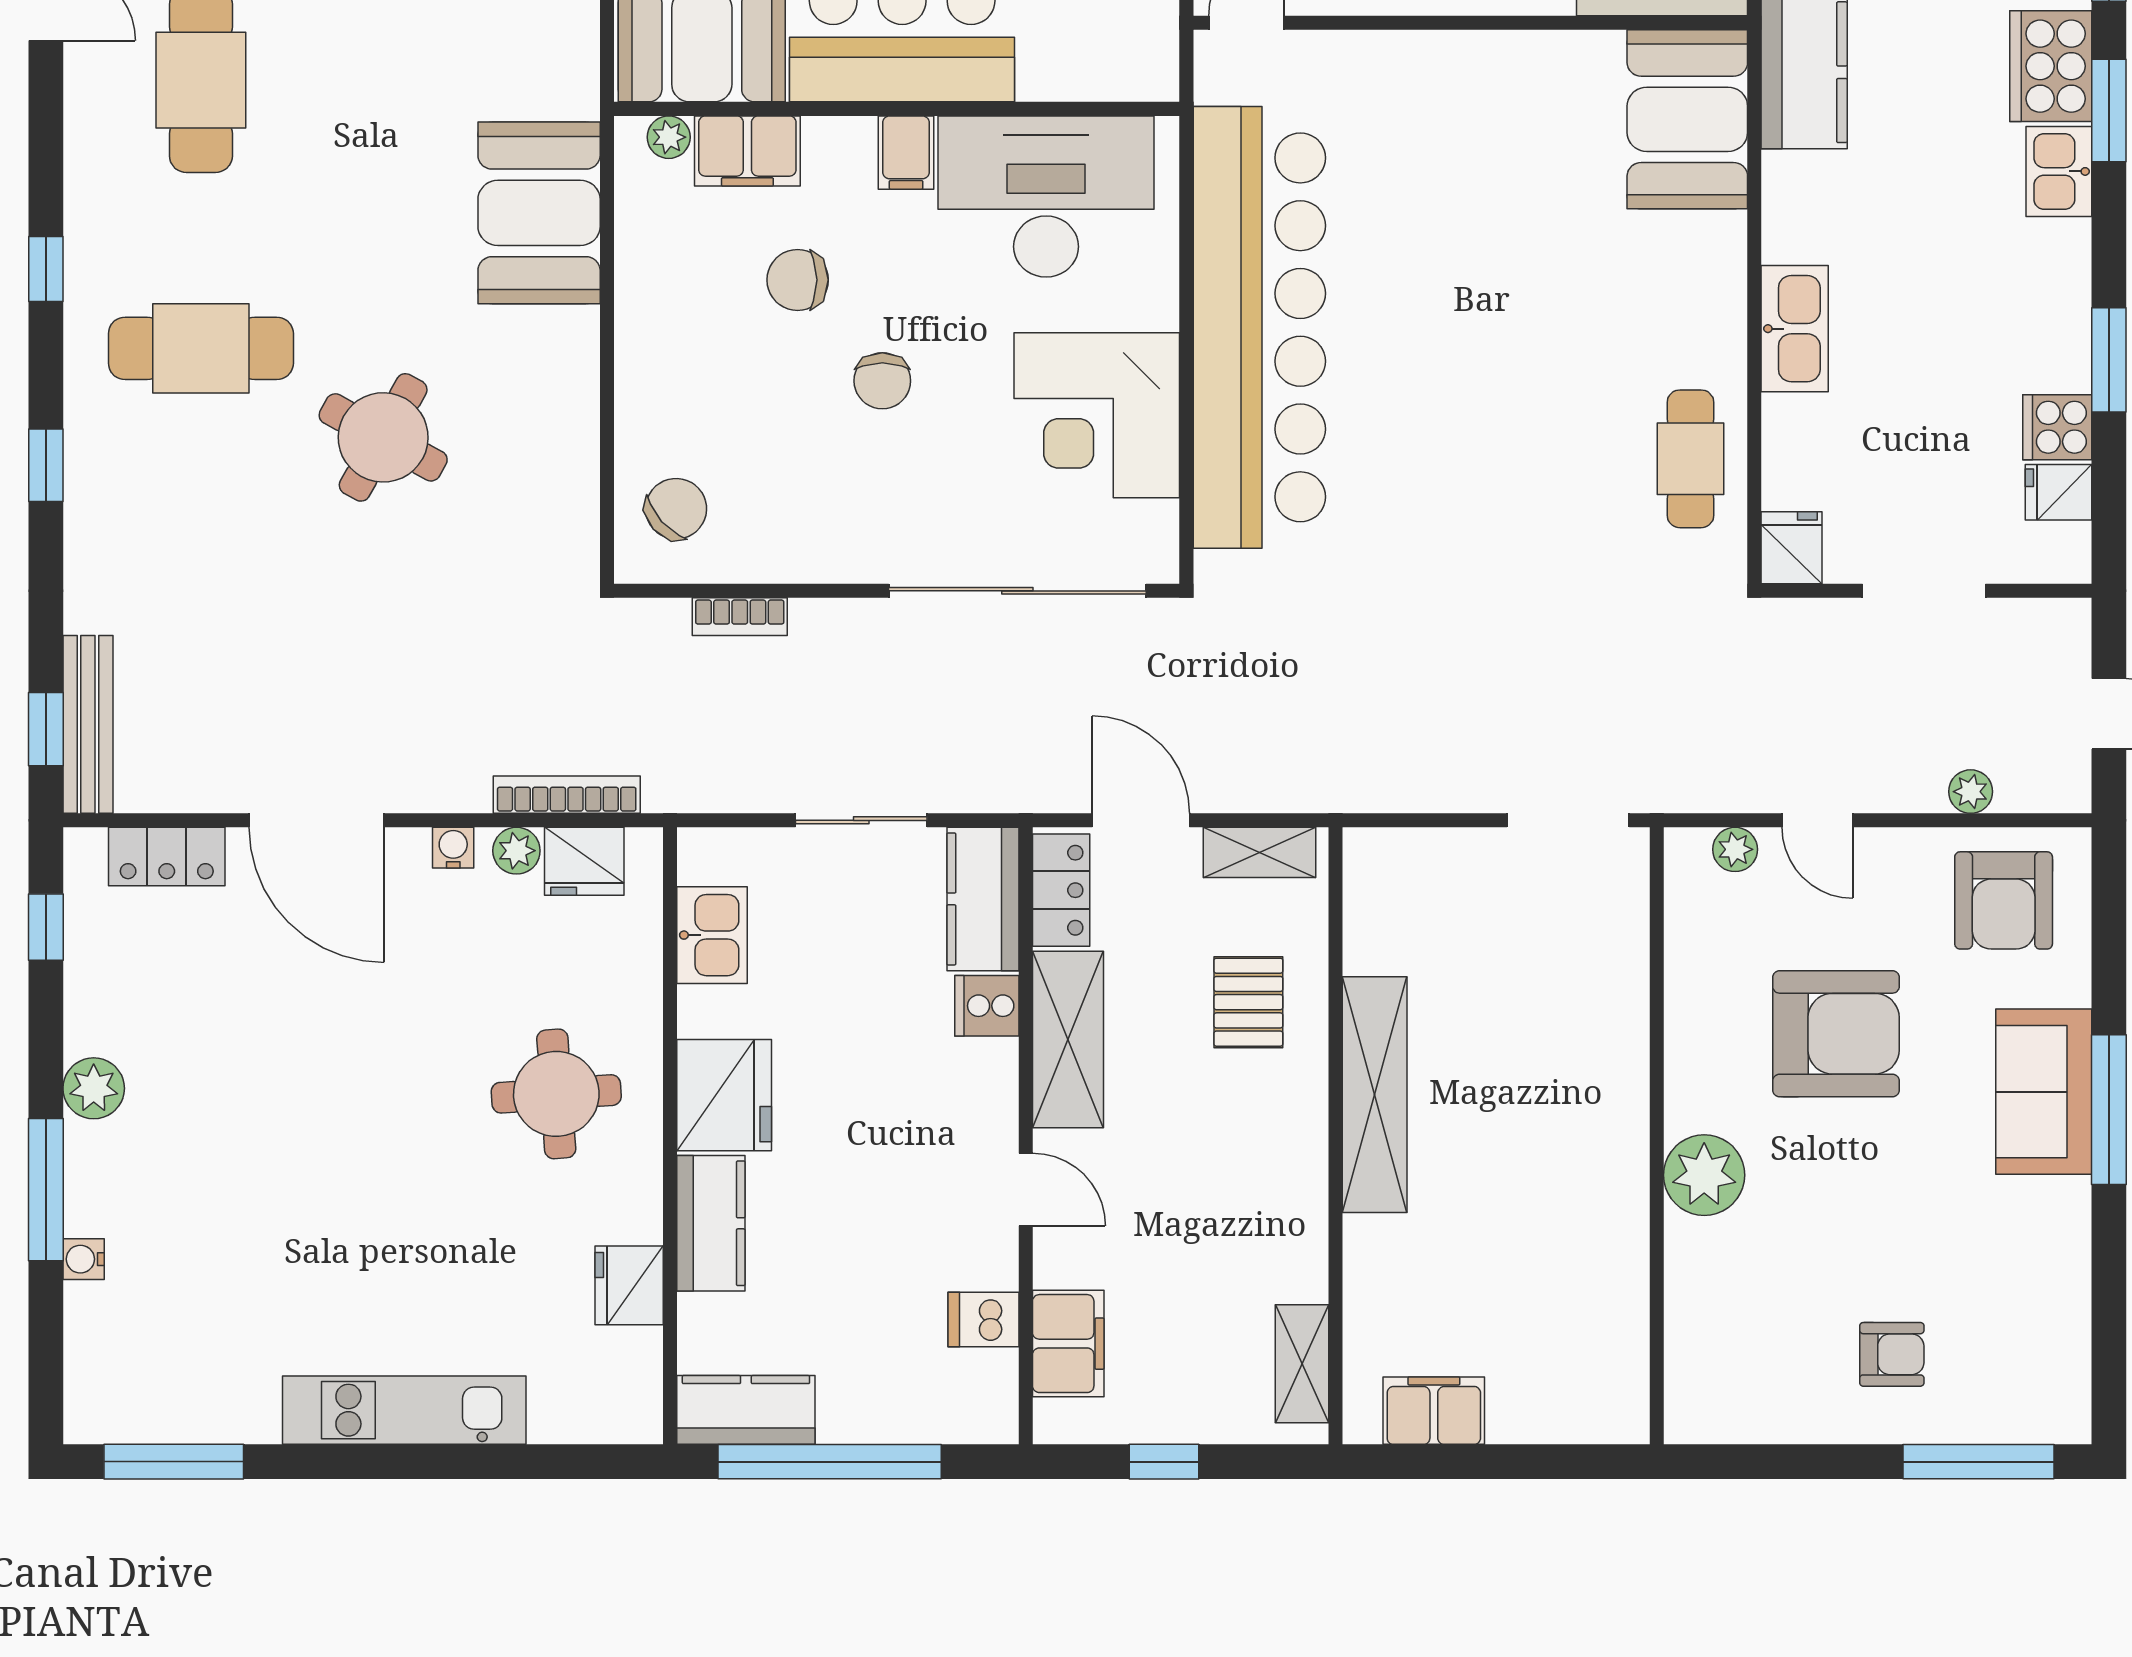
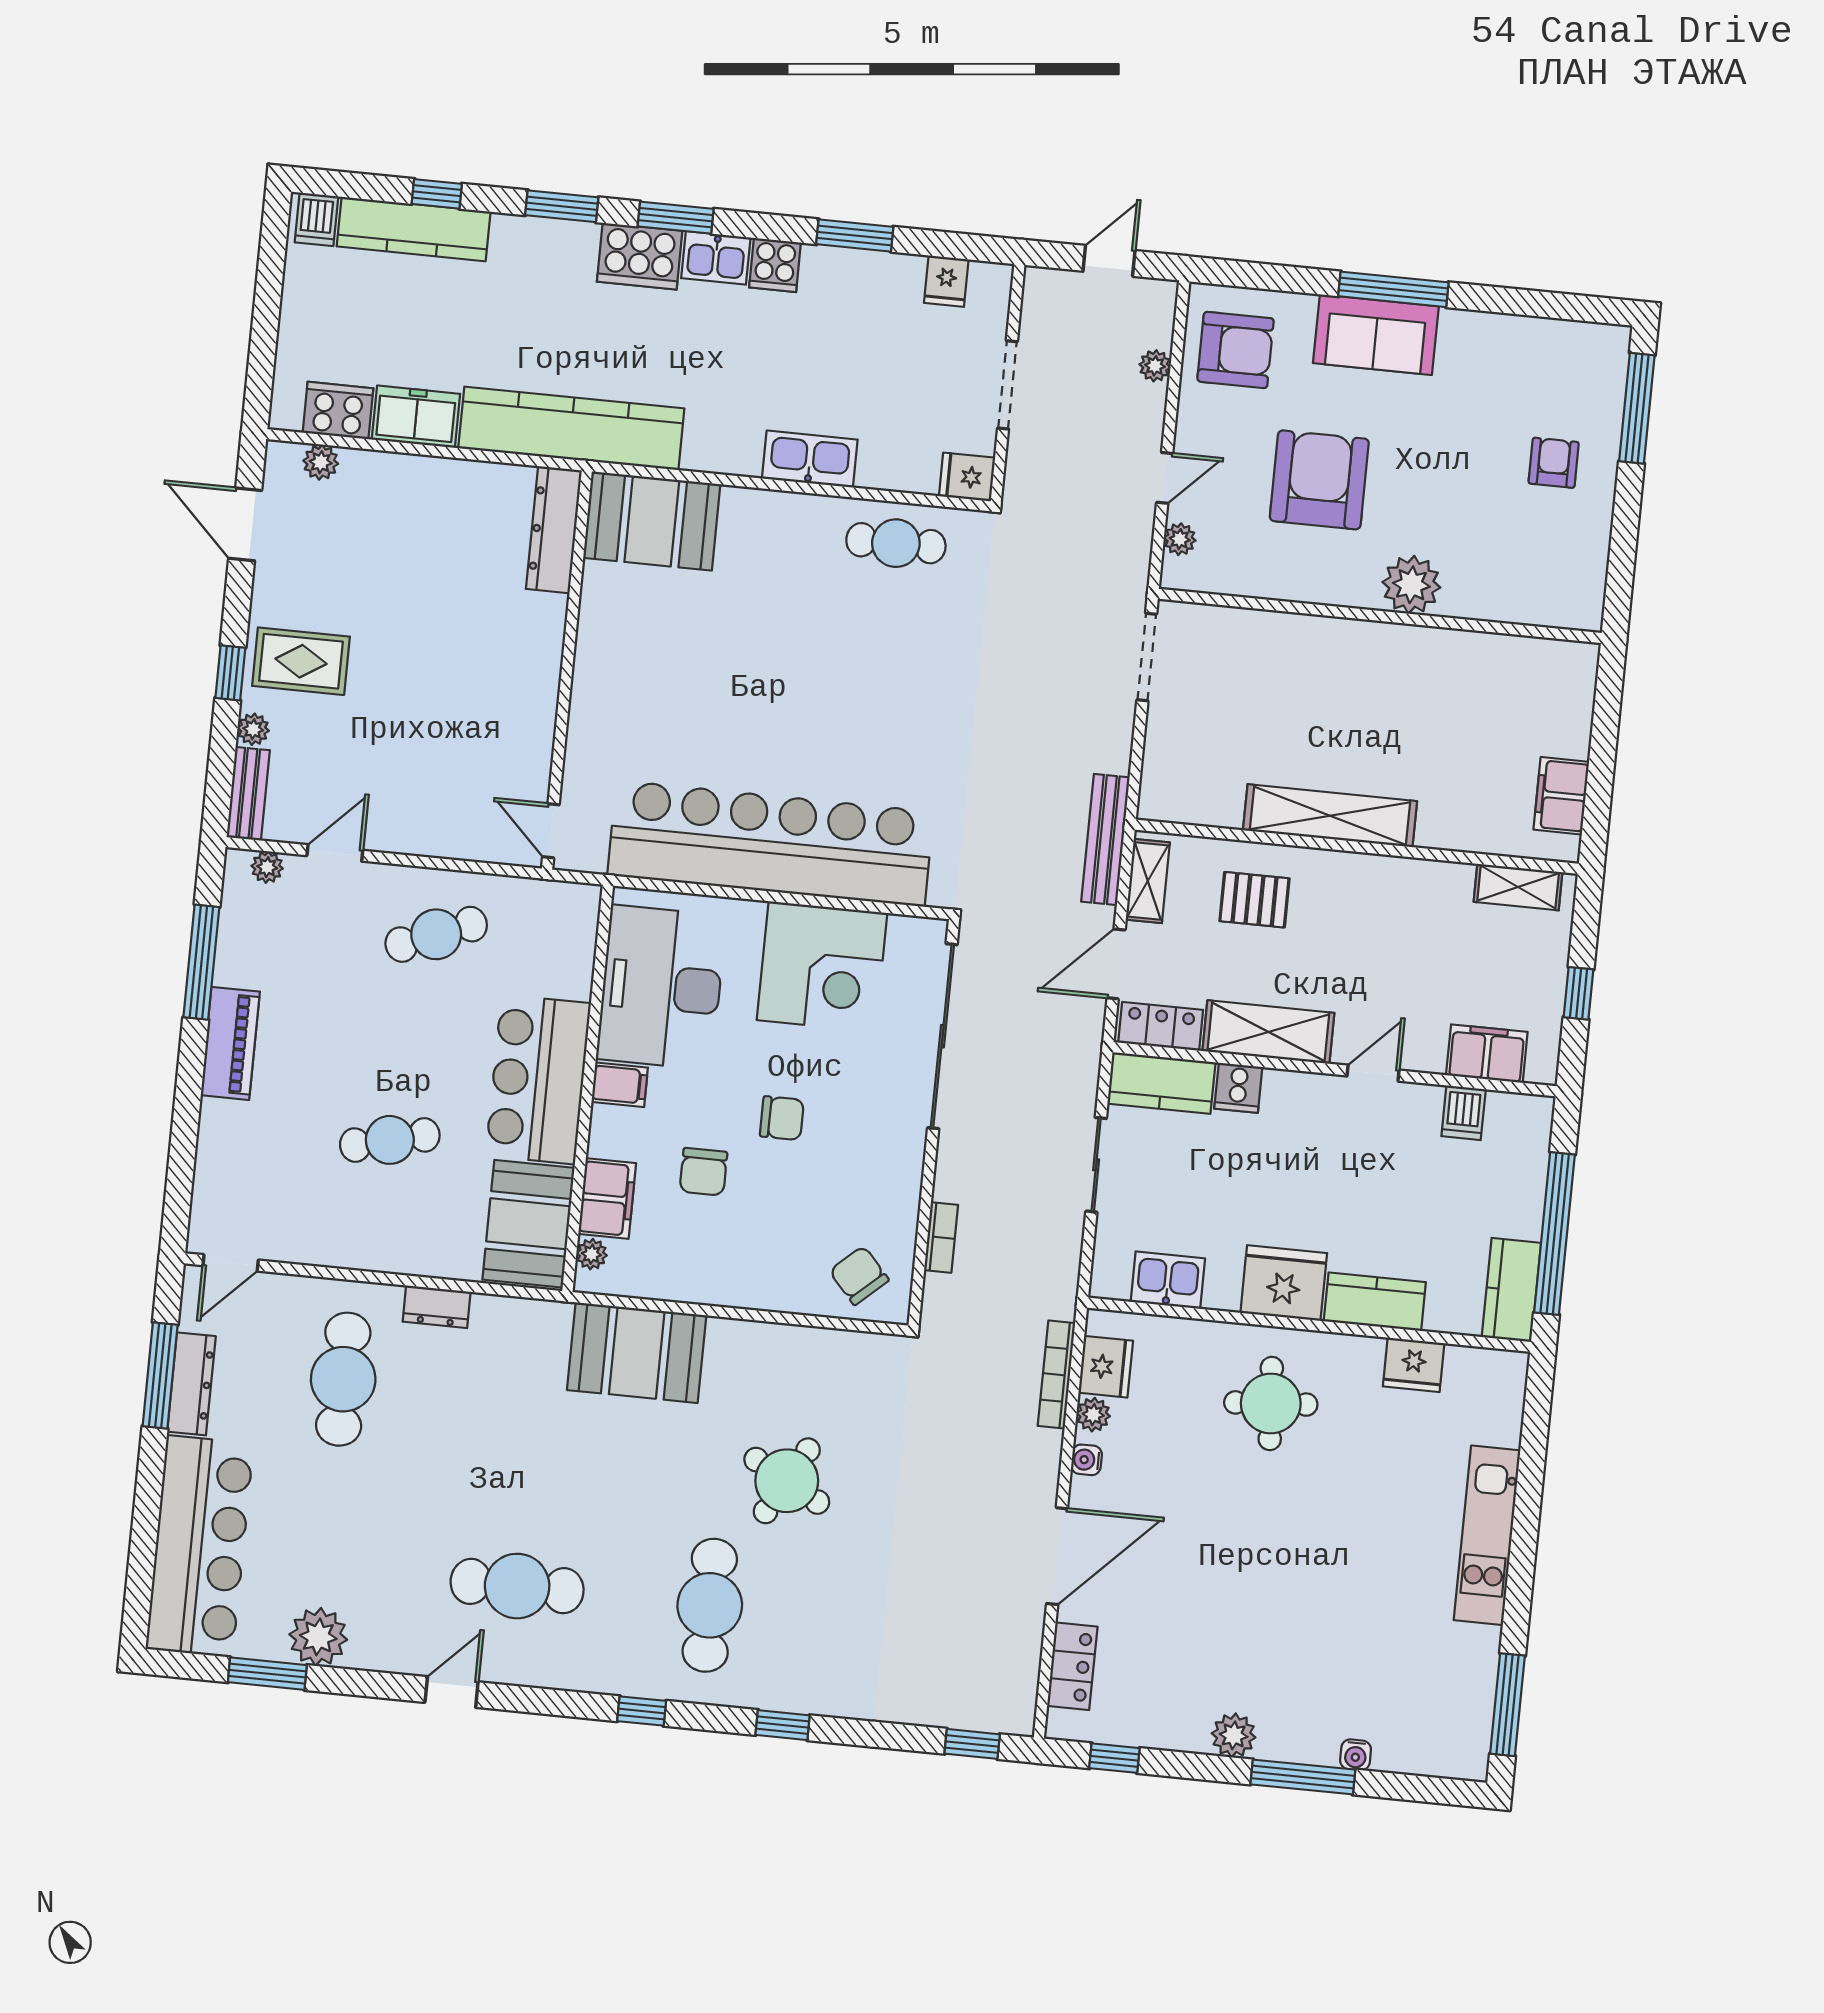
cooker: (2057, 427) -> (775, 265), moved
bench: (88, 724) -> (1105, 839), moved, turned 90

